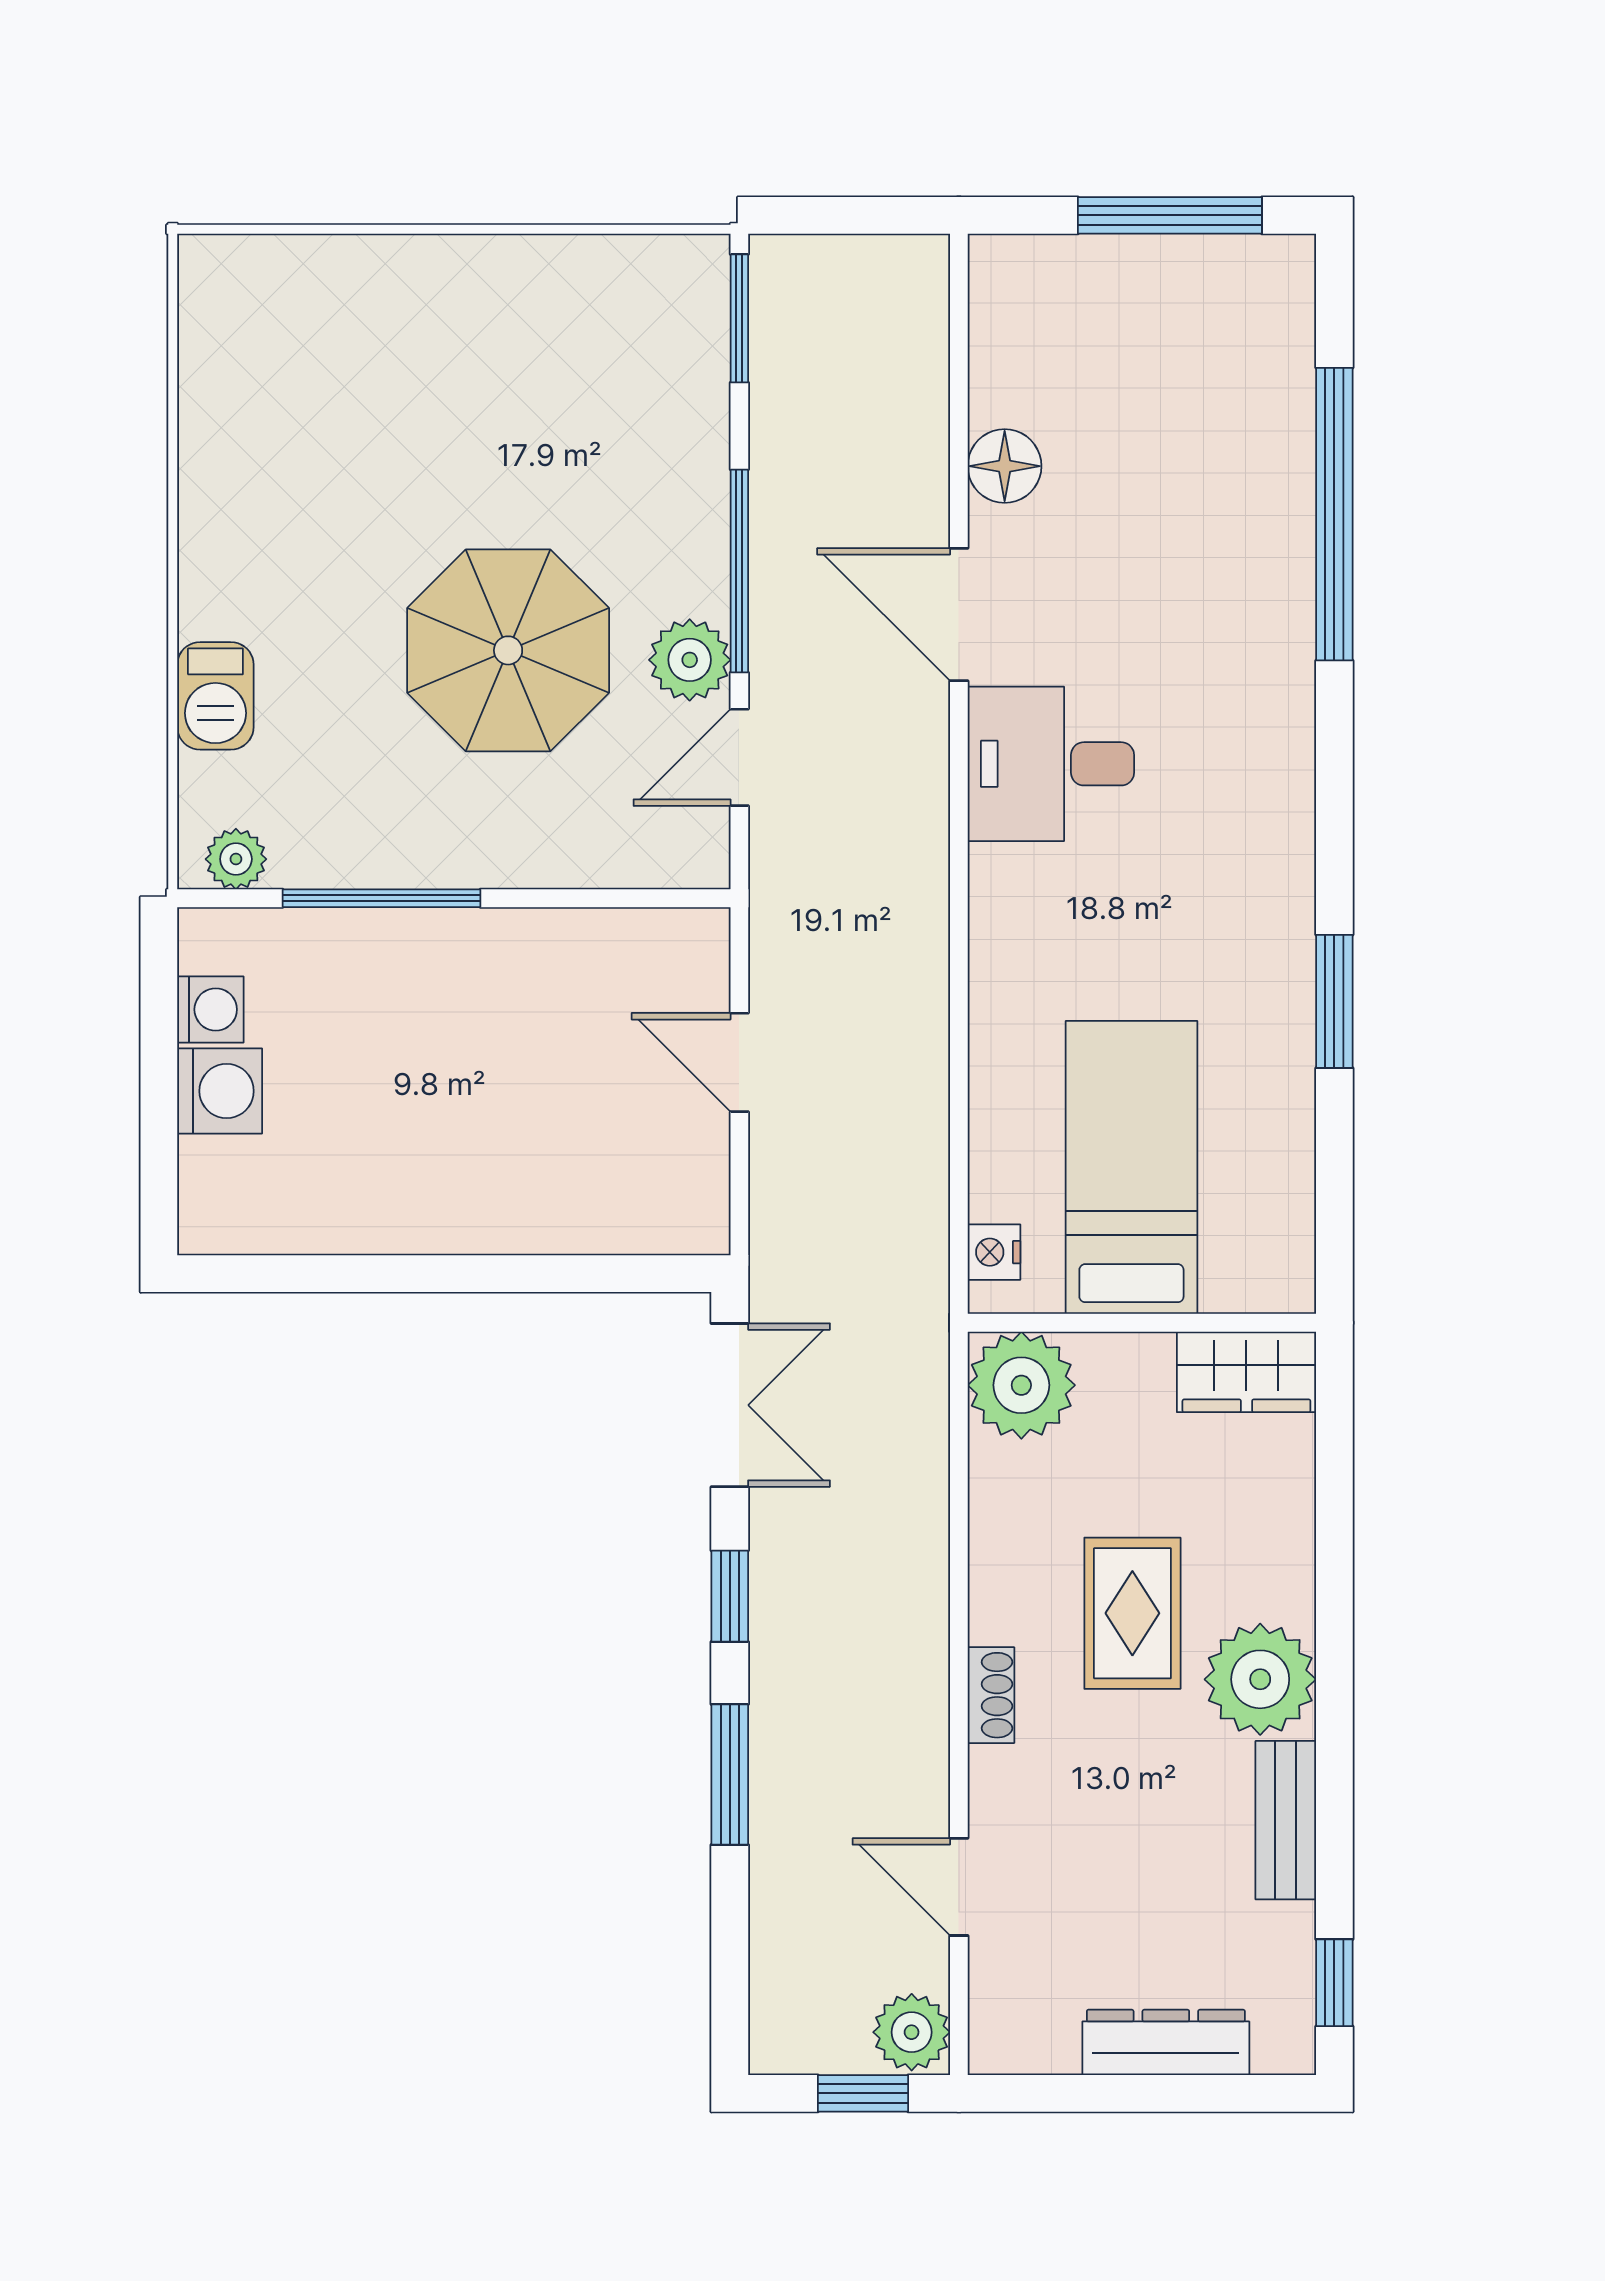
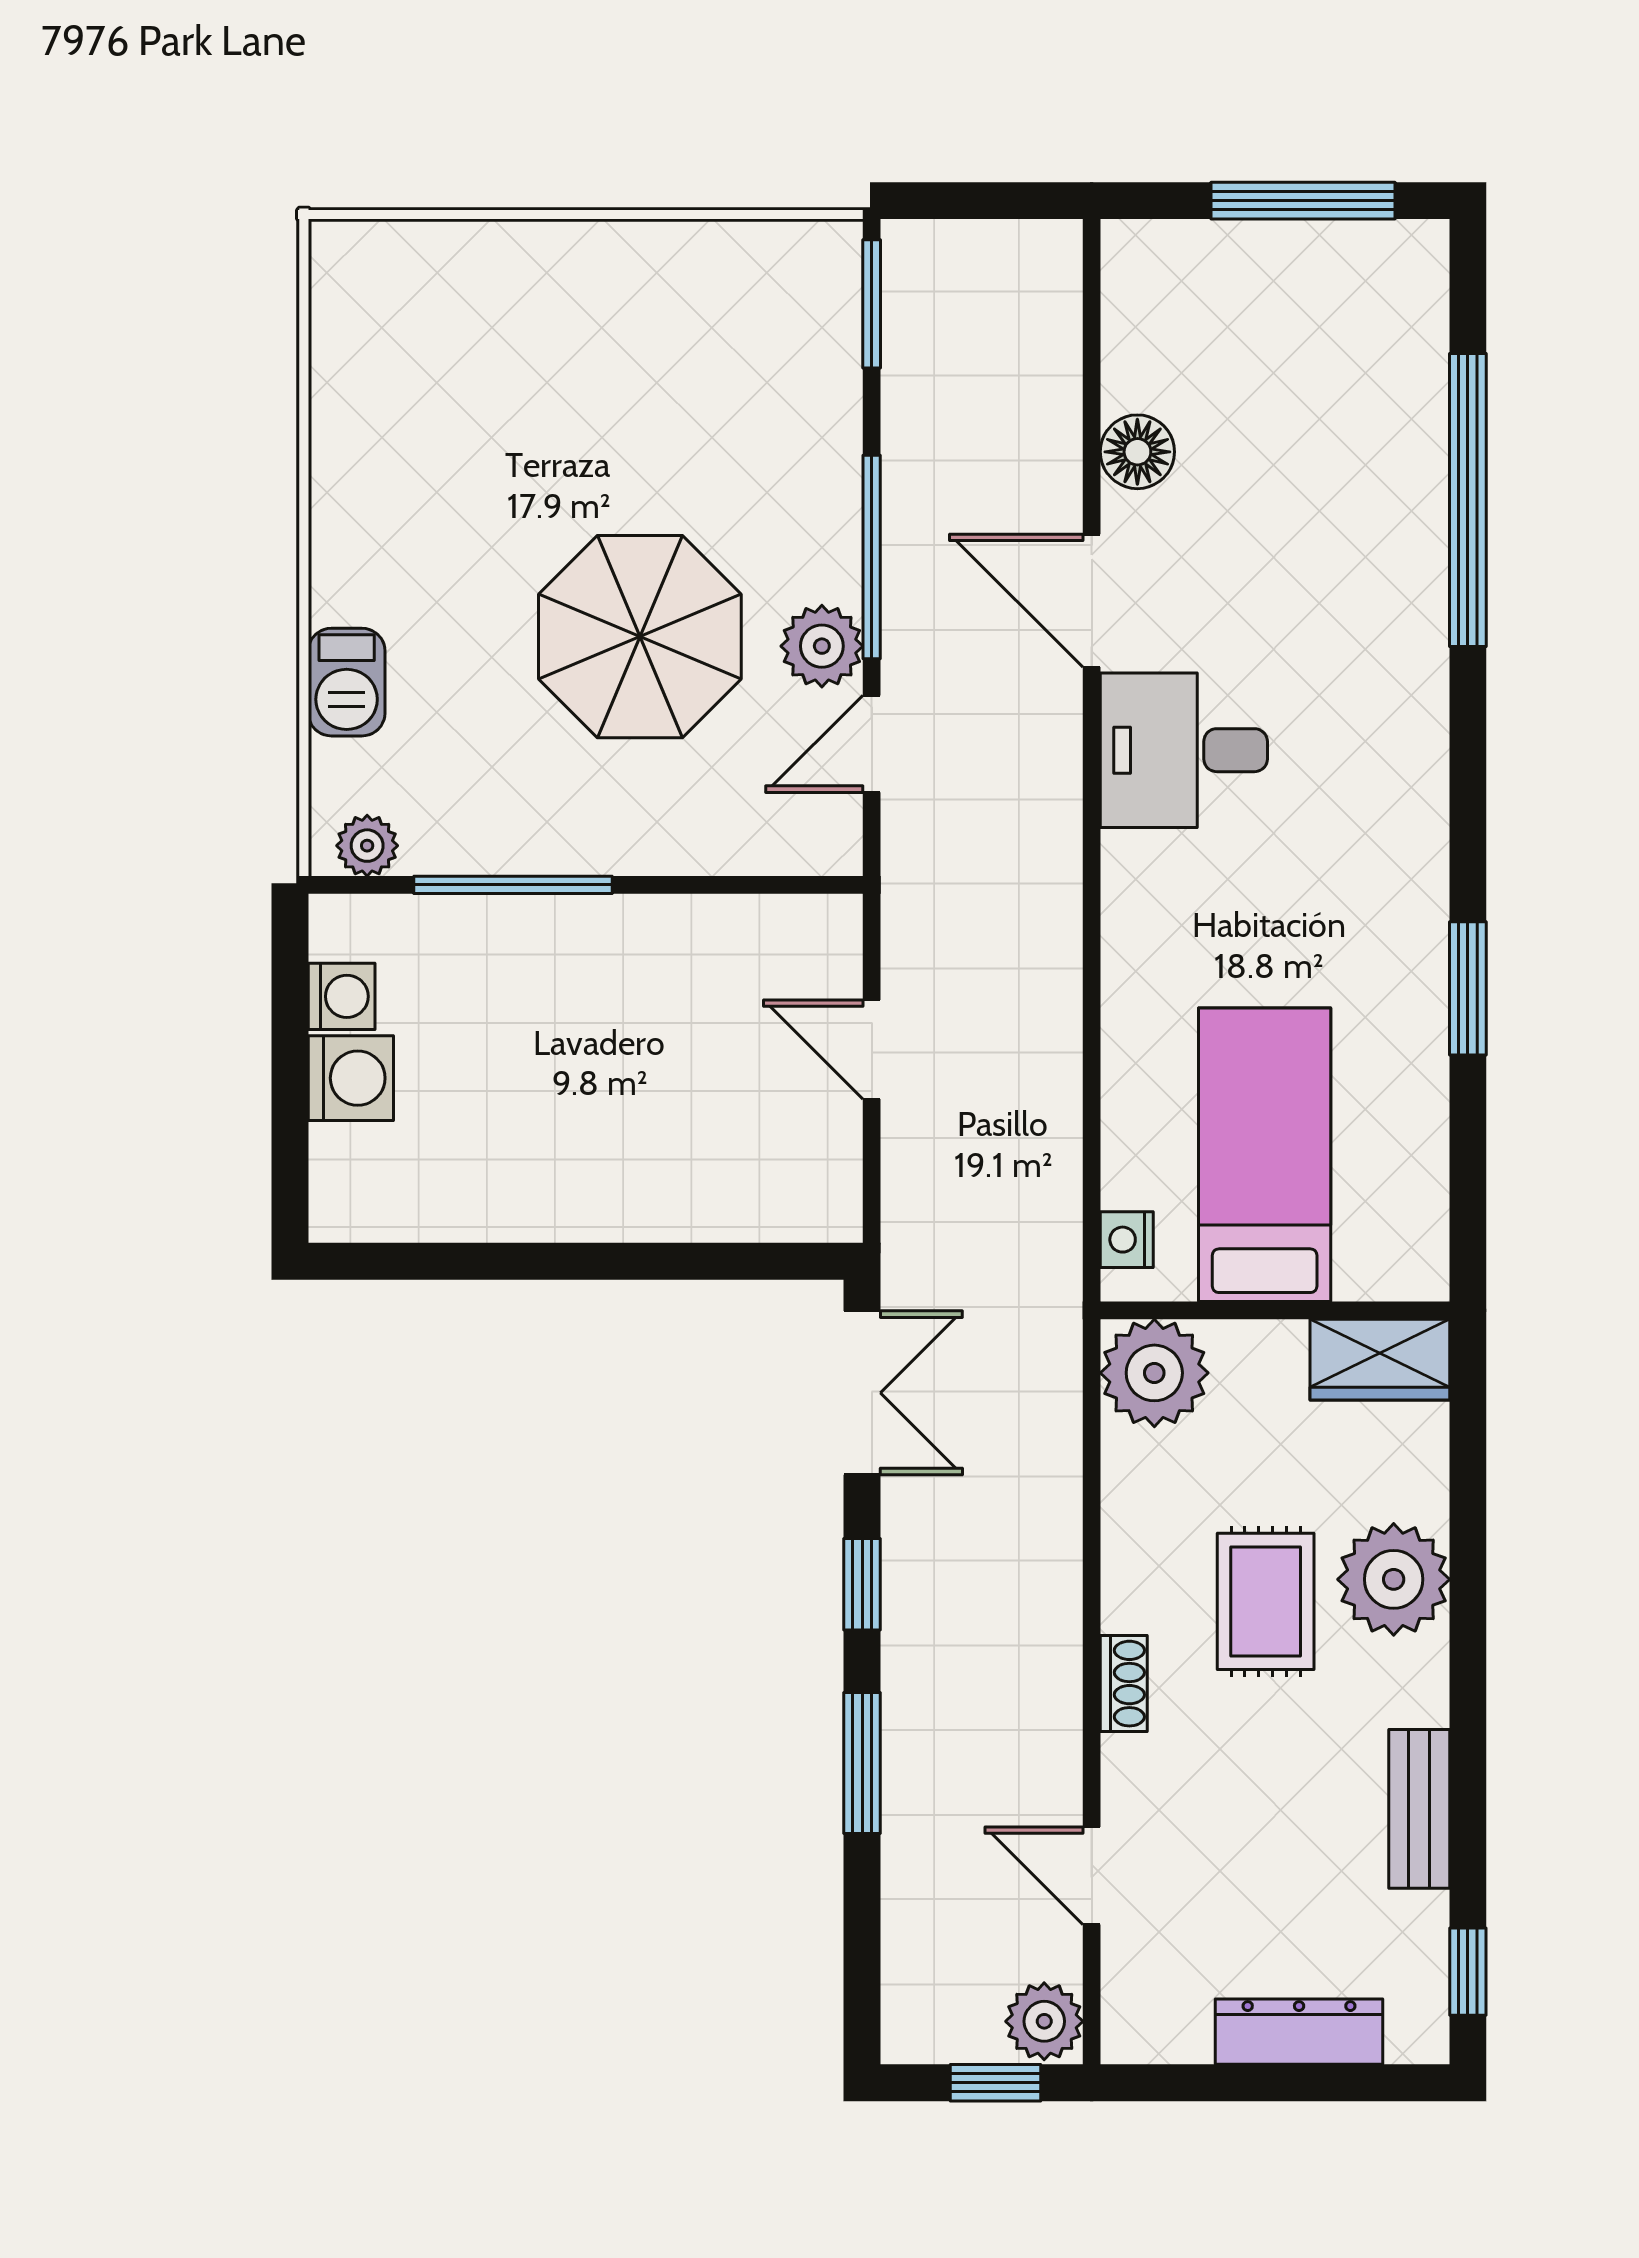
plant: (1260, 1679) -> (1394, 1579), moved

